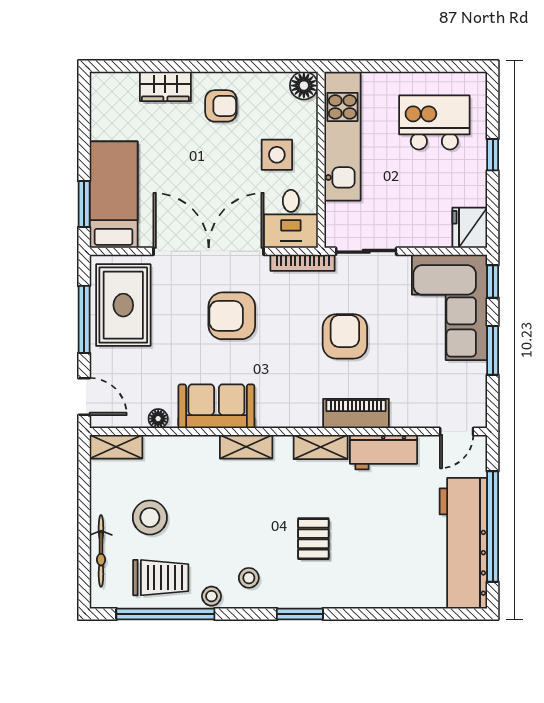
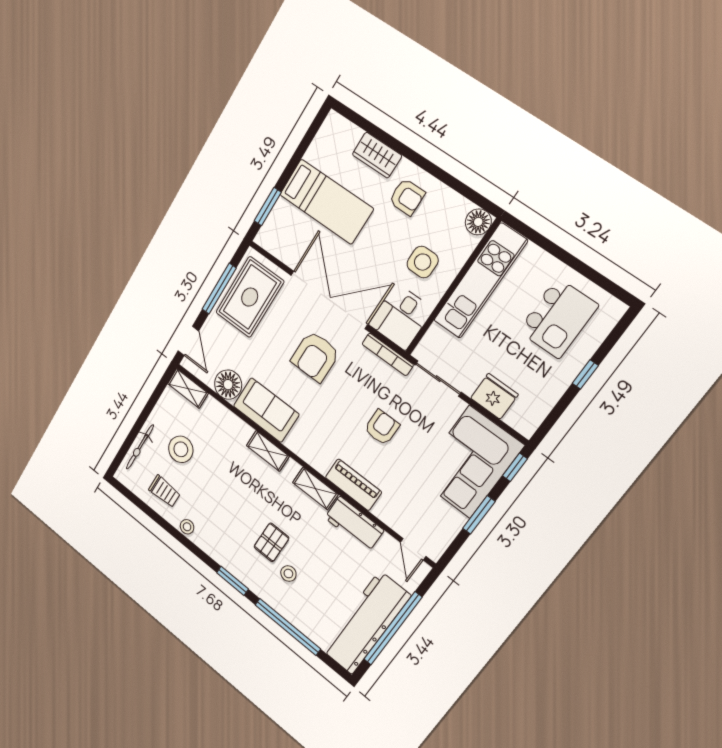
kitchen island: (434, 122) -> (558, 318), turned 90
bed: (114, 195) -> (326, 202), moved, turned 90
fridge: (470, 228) -> (494, 396), moved, turned 90
armchair: (232, 316) -> (315, 356), turned -90
armchair: (345, 336) -> (382, 427), width x0.72, depth x0.72
floor lamp: (158, 419) -> (228, 385), width x1.89, depth x1.89
door: (457, 432) -> (413, 549), hinge flipped
trolley: (161, 578) -> (164, 491), width x0.73, depth x0.72
stool: (249, 578) -> (288, 574), moved
window: (165, 614) -> (288, 627), moved

